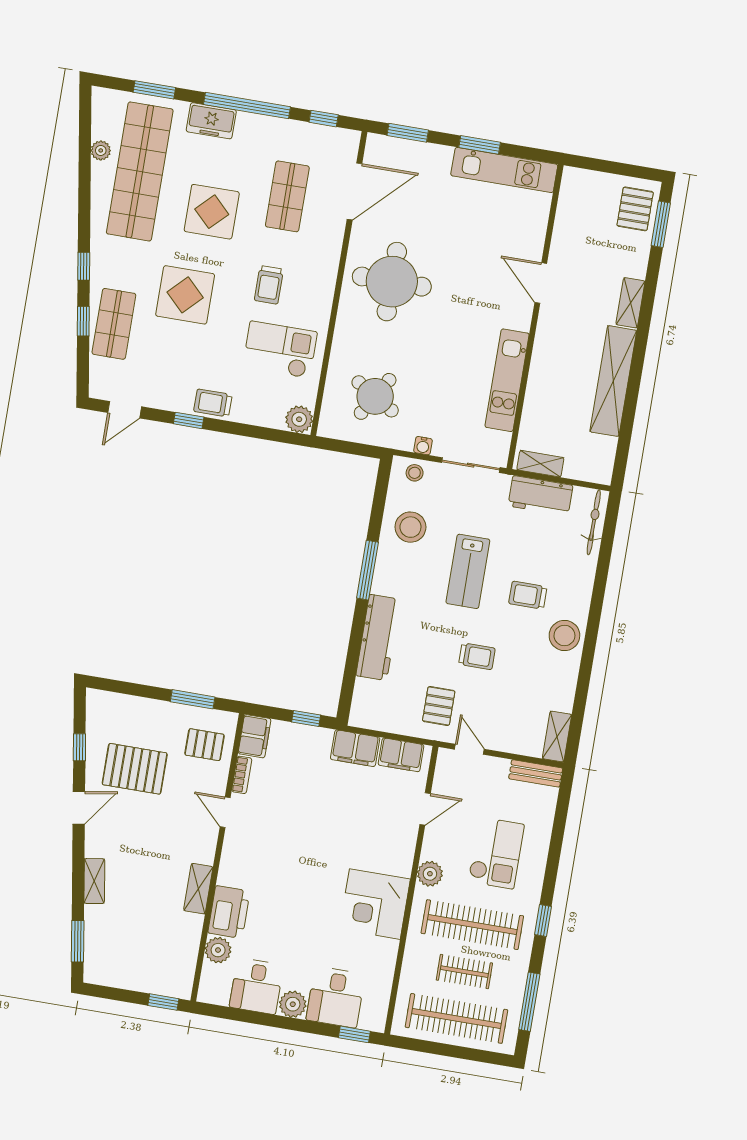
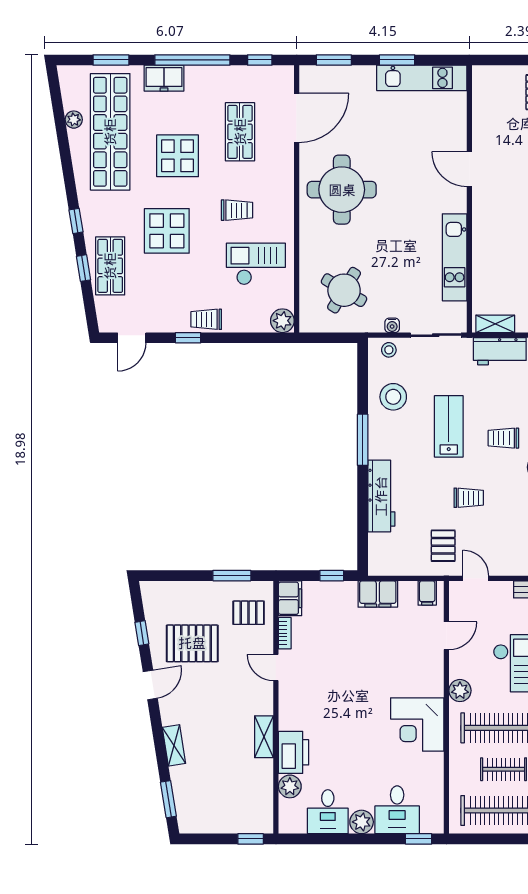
trolley: (269, 285) -> (237, 210), turned -90
lab bench: (468, 571) -> (449, 426), turned 180
filing cabinet: (401, 755) -> (427, 593), width x0.50

